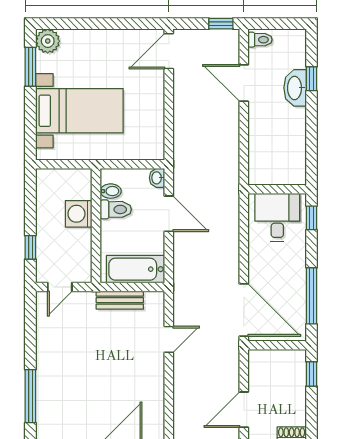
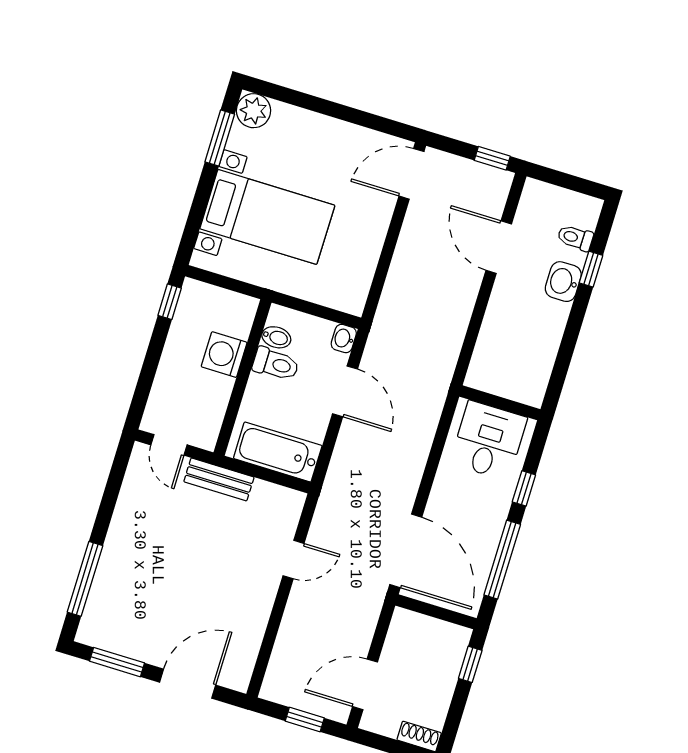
toilet: (260, 40) -> (575, 238), moved, turned 180
washbasin: (295, 88) -> (563, 282), width x0.72
window: (311, 218) -> (524, 488), moved
window: (30, 247) -> (170, 302), moved
door: (60, 287) -> (169, 445), hinge flipped
bench: (120, 300) -> (219, 479), moved

